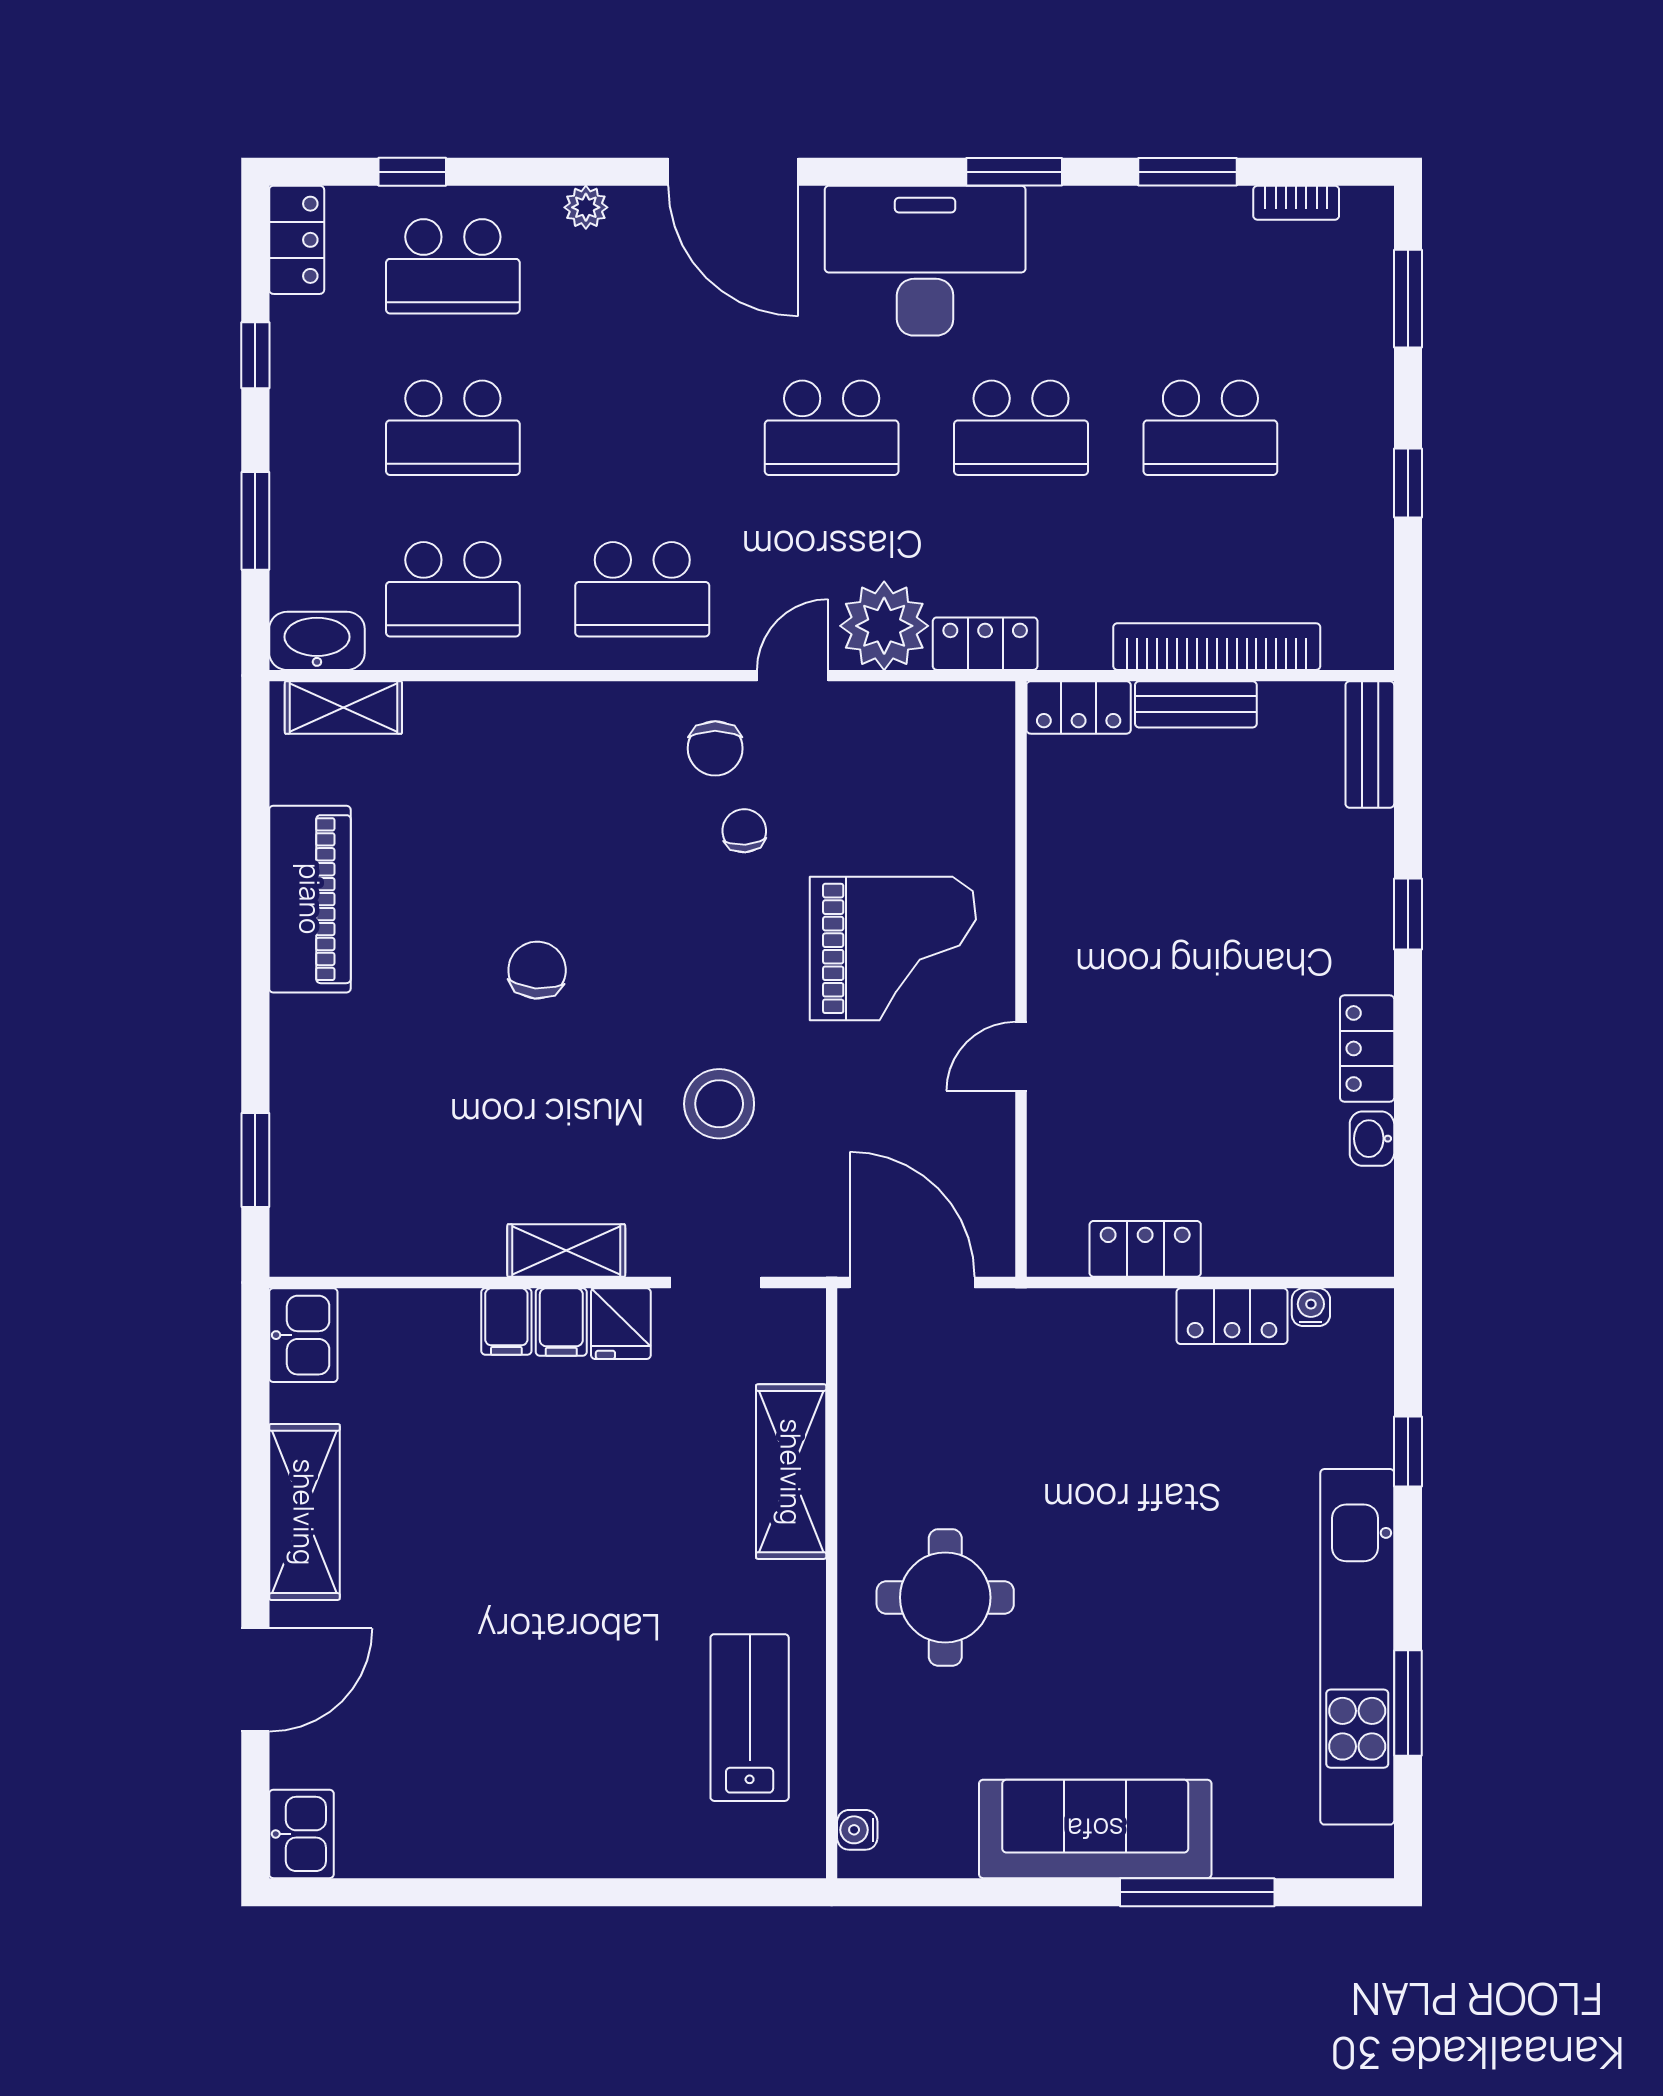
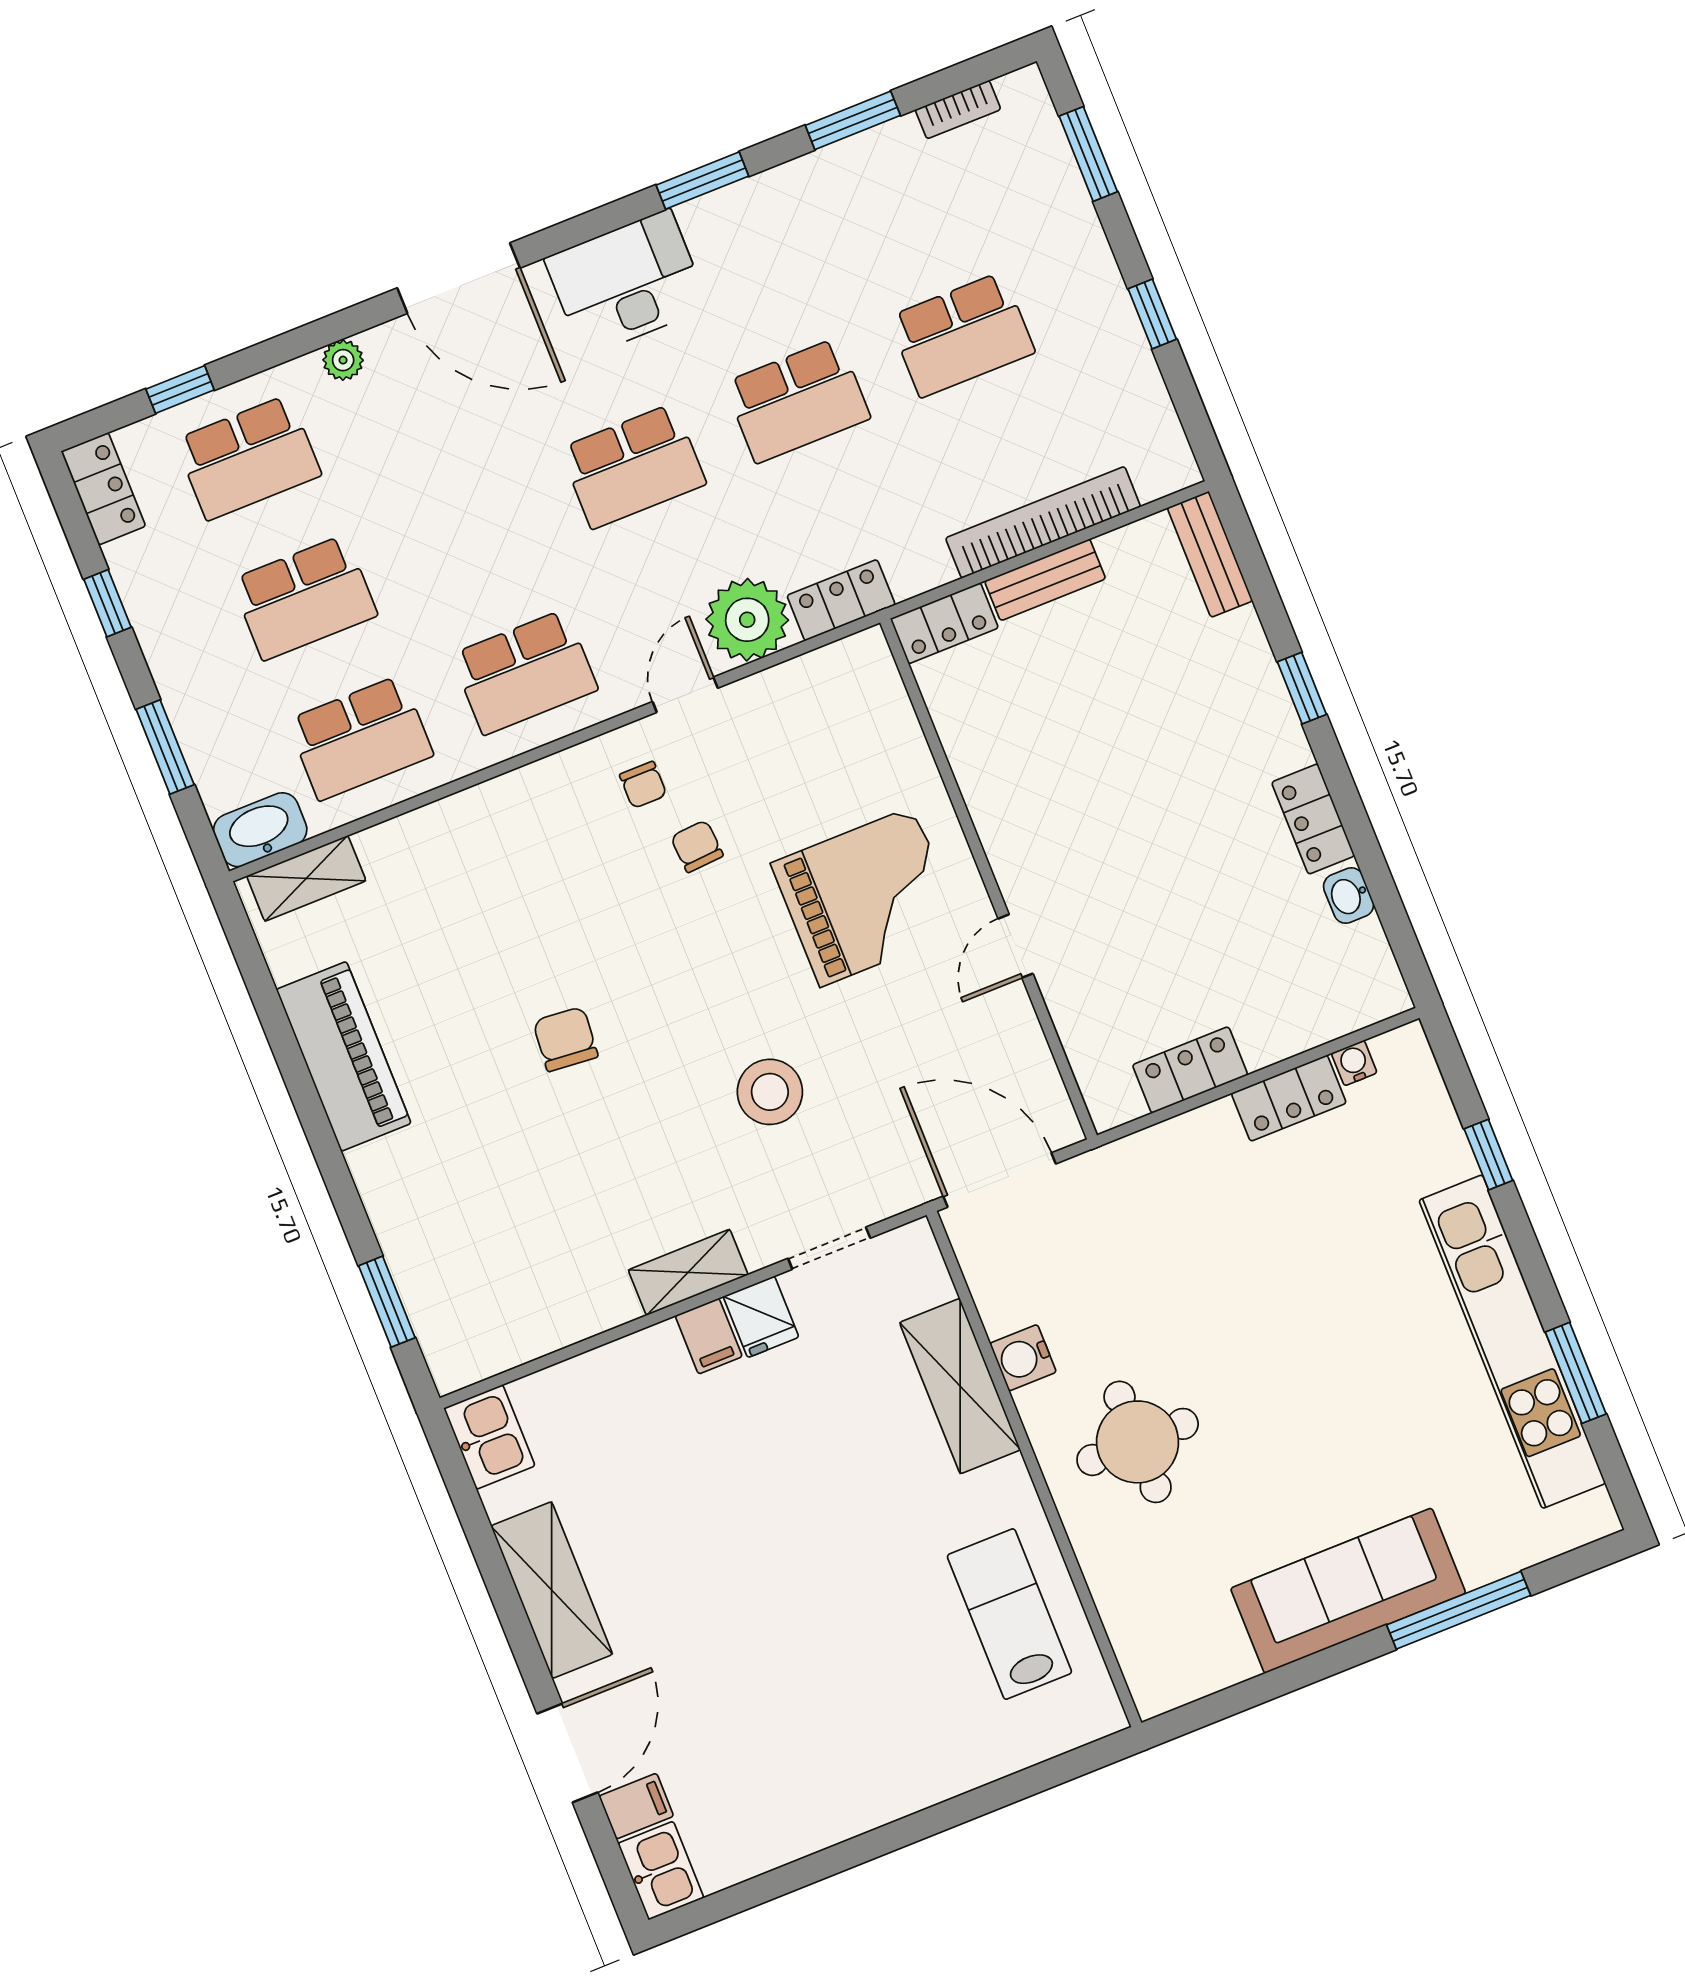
desk: (925, 261) -> (627, 283), width x0.73, depth x0.77
chair: (715, 748) -> (643, 785), width x0.73, depth x0.73
filing cabinet: (506, 1321) -> (636, 1806), moved, turned -90
water cooler: (857, 1830) -> (1023, 1358), moved, width x1.38, depth x1.38

